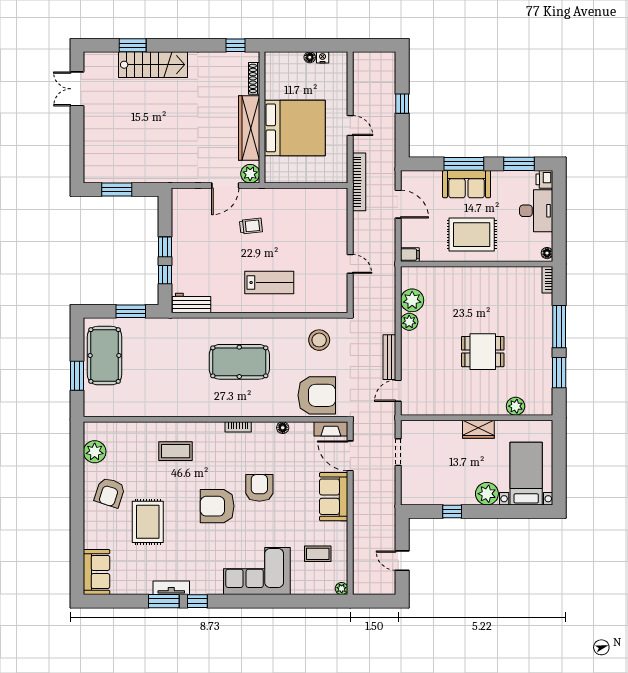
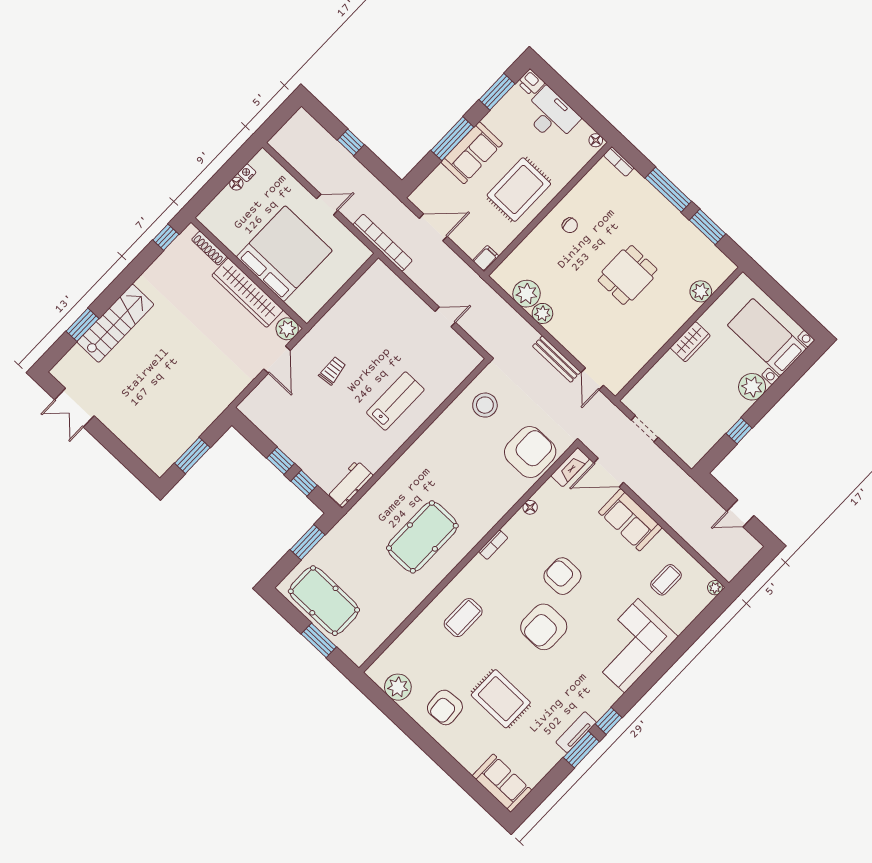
chair: (480, 287) -> (570, 225), added
pool table: (239, 362) -> (422, 537), moved
armchair: (110, 493) -> (445, 707), turned 68

